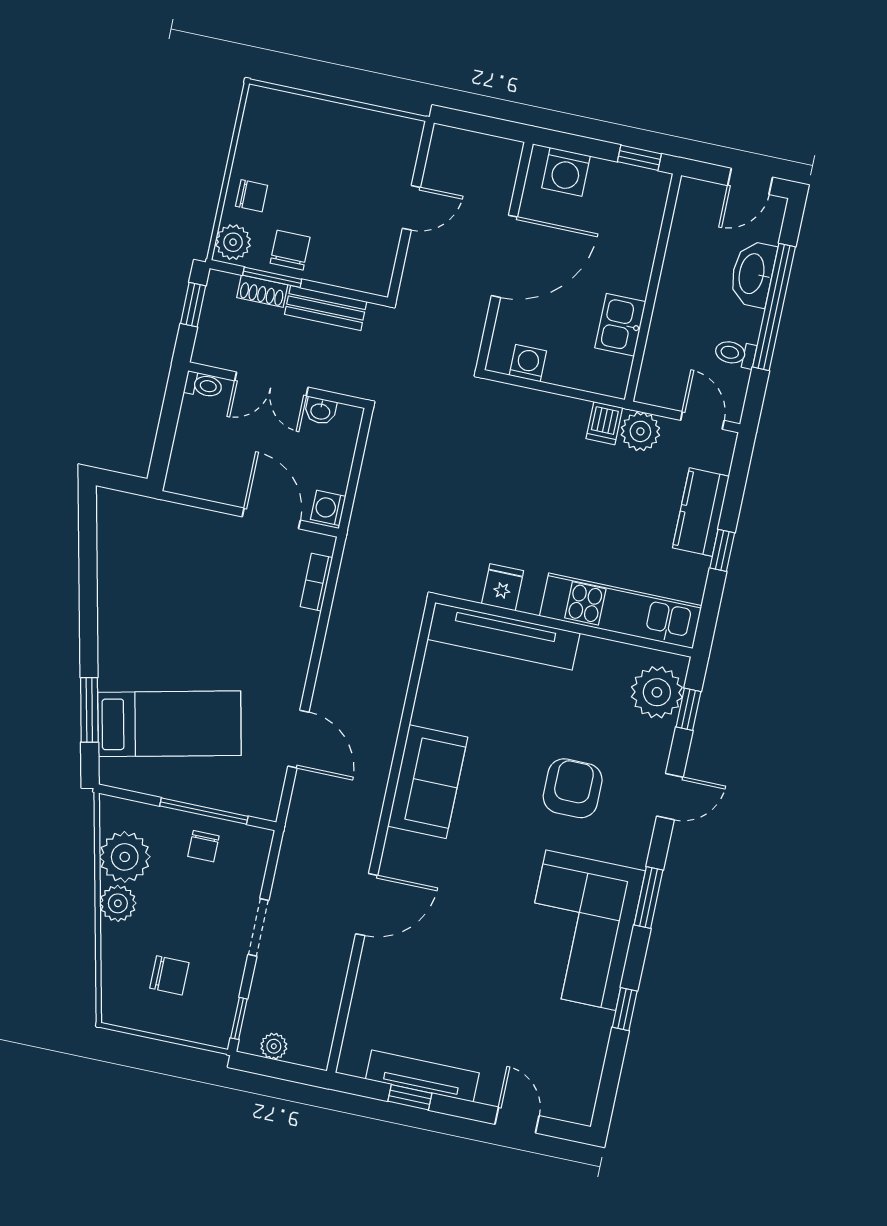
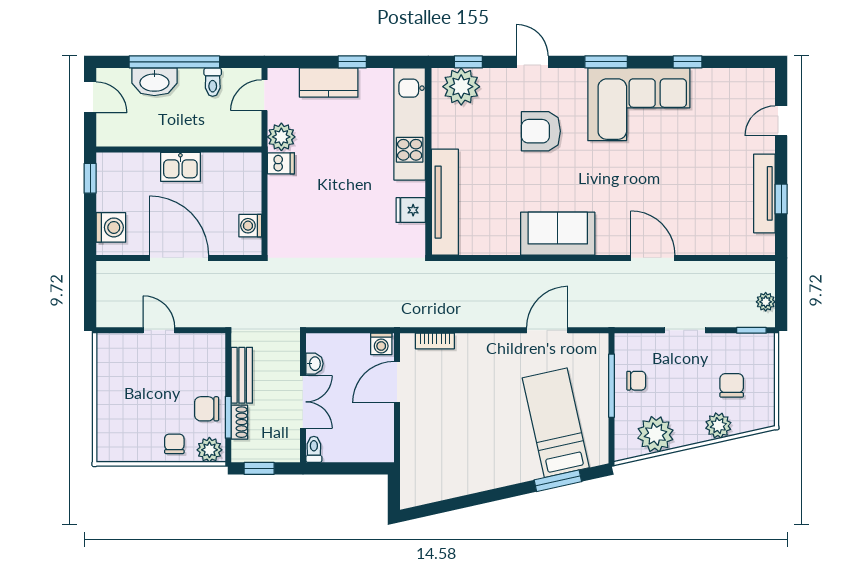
kitchen sink: (620, 325) -> (180, 167), moved
plant: (118, 903) -> (718, 426), moved

